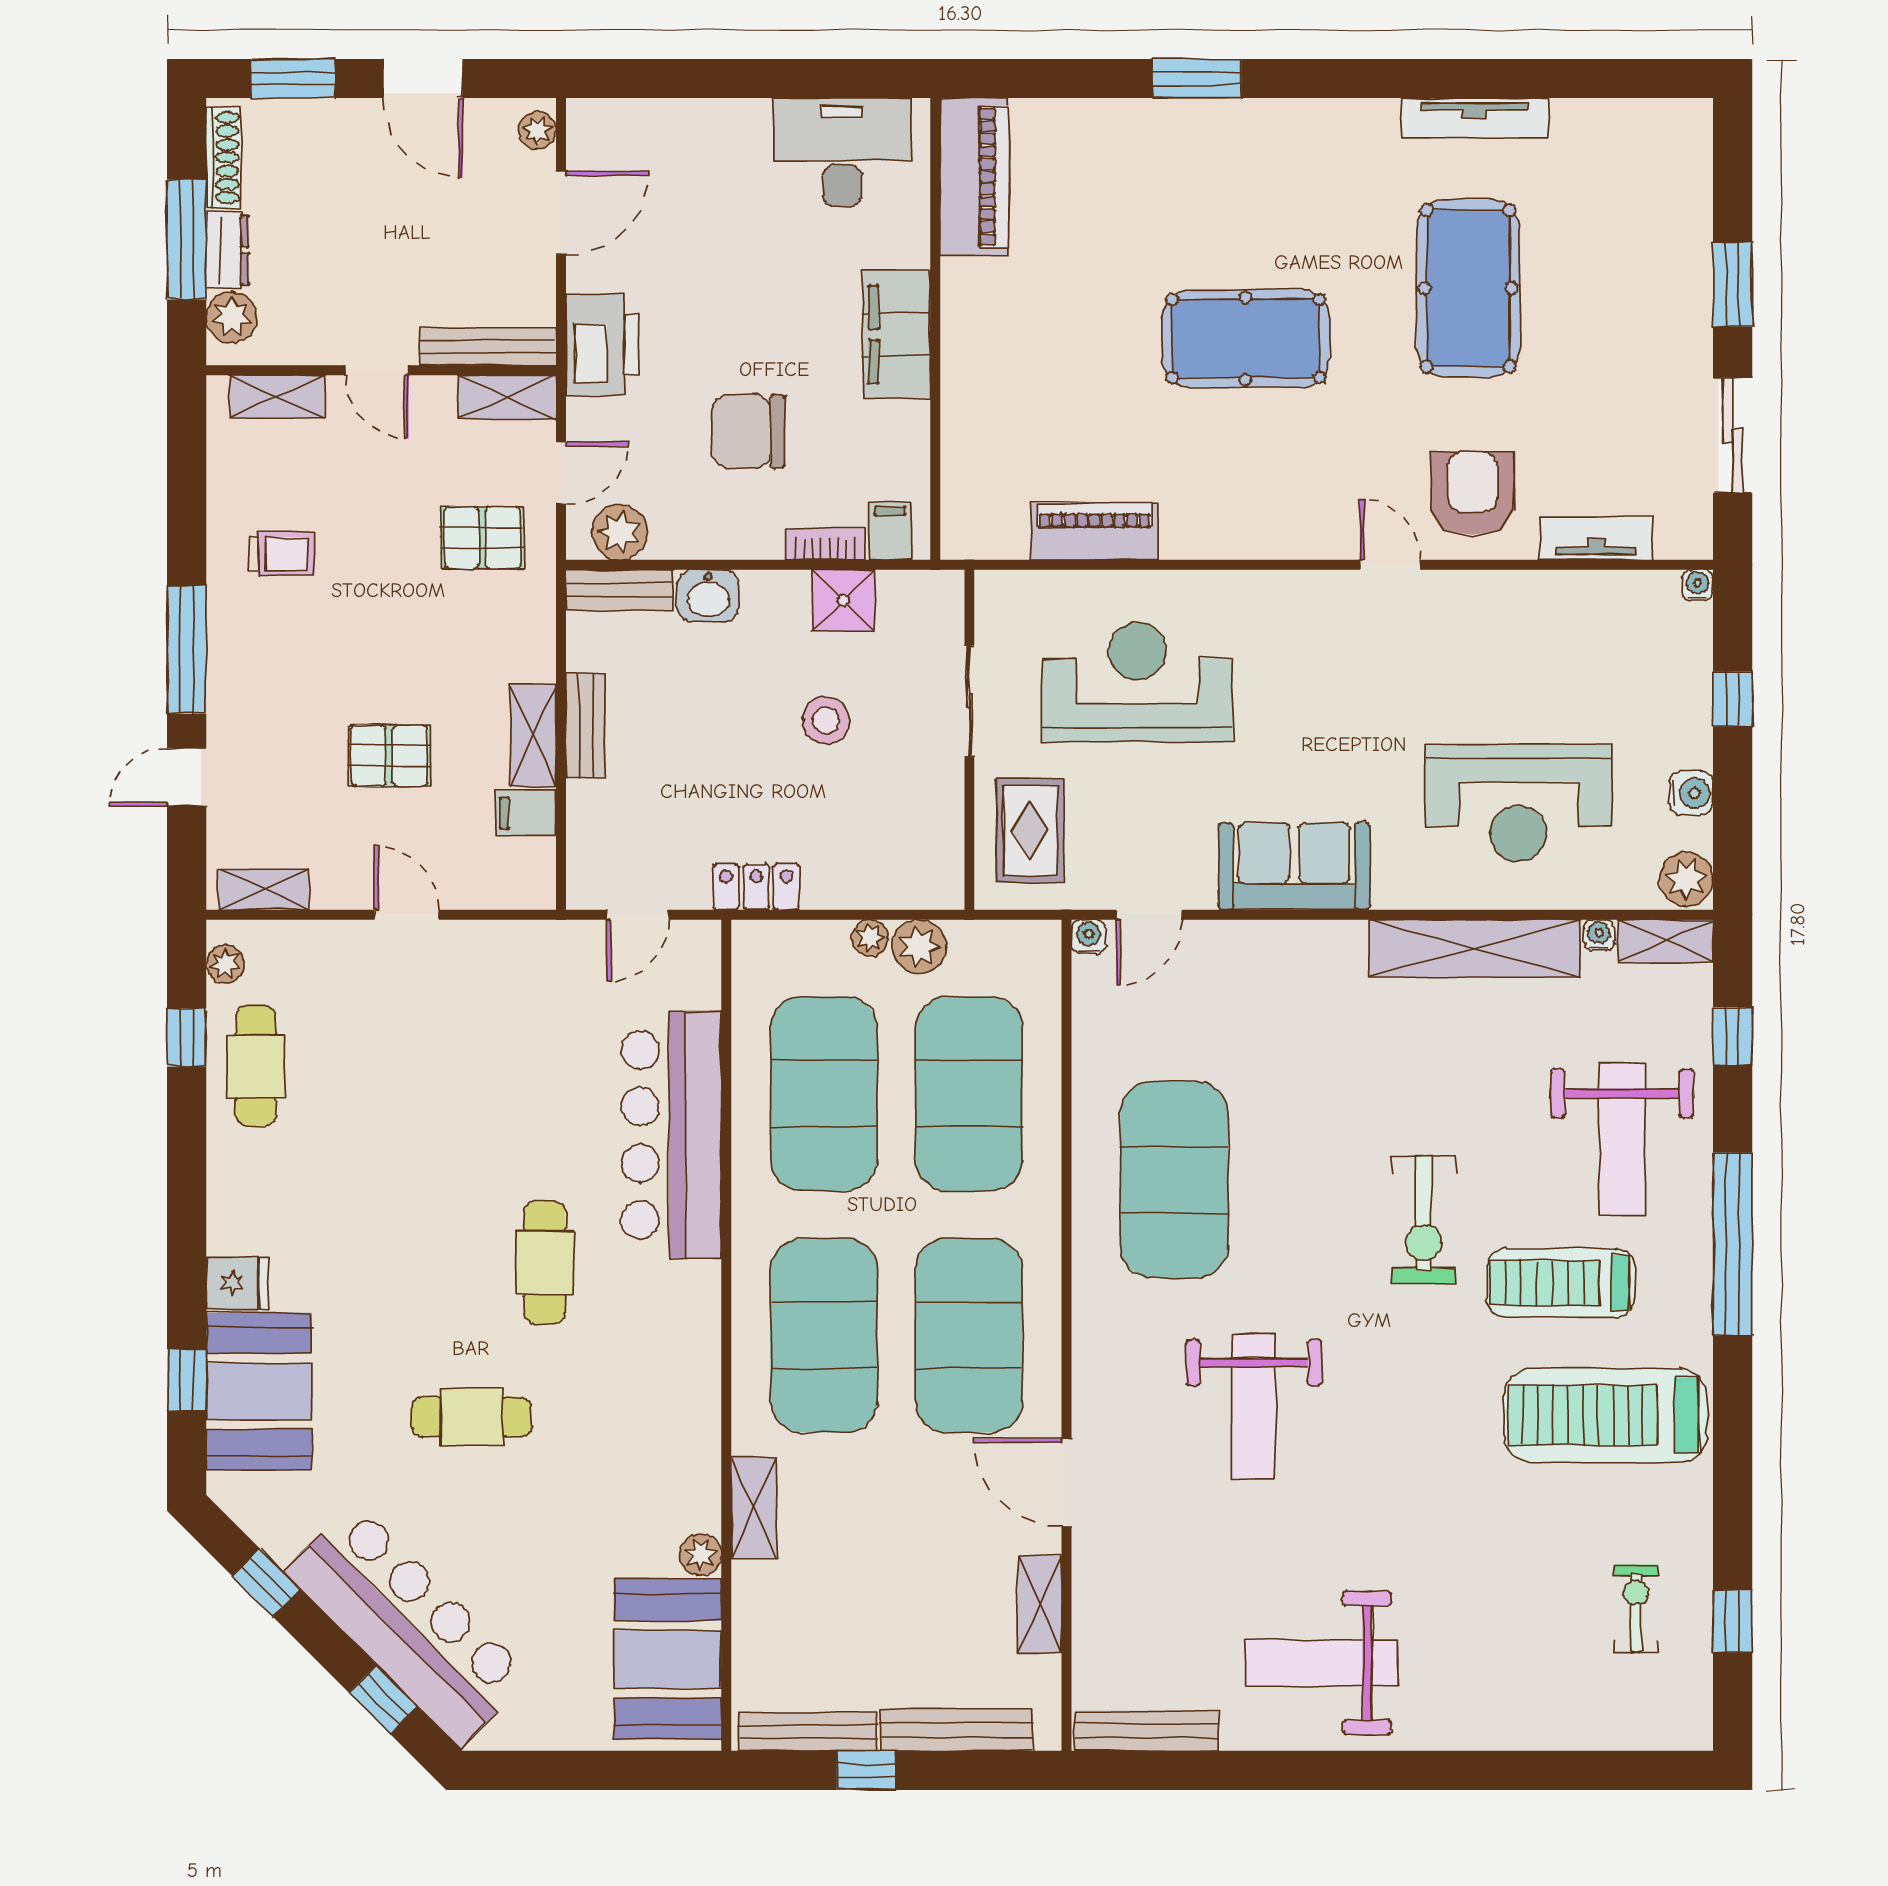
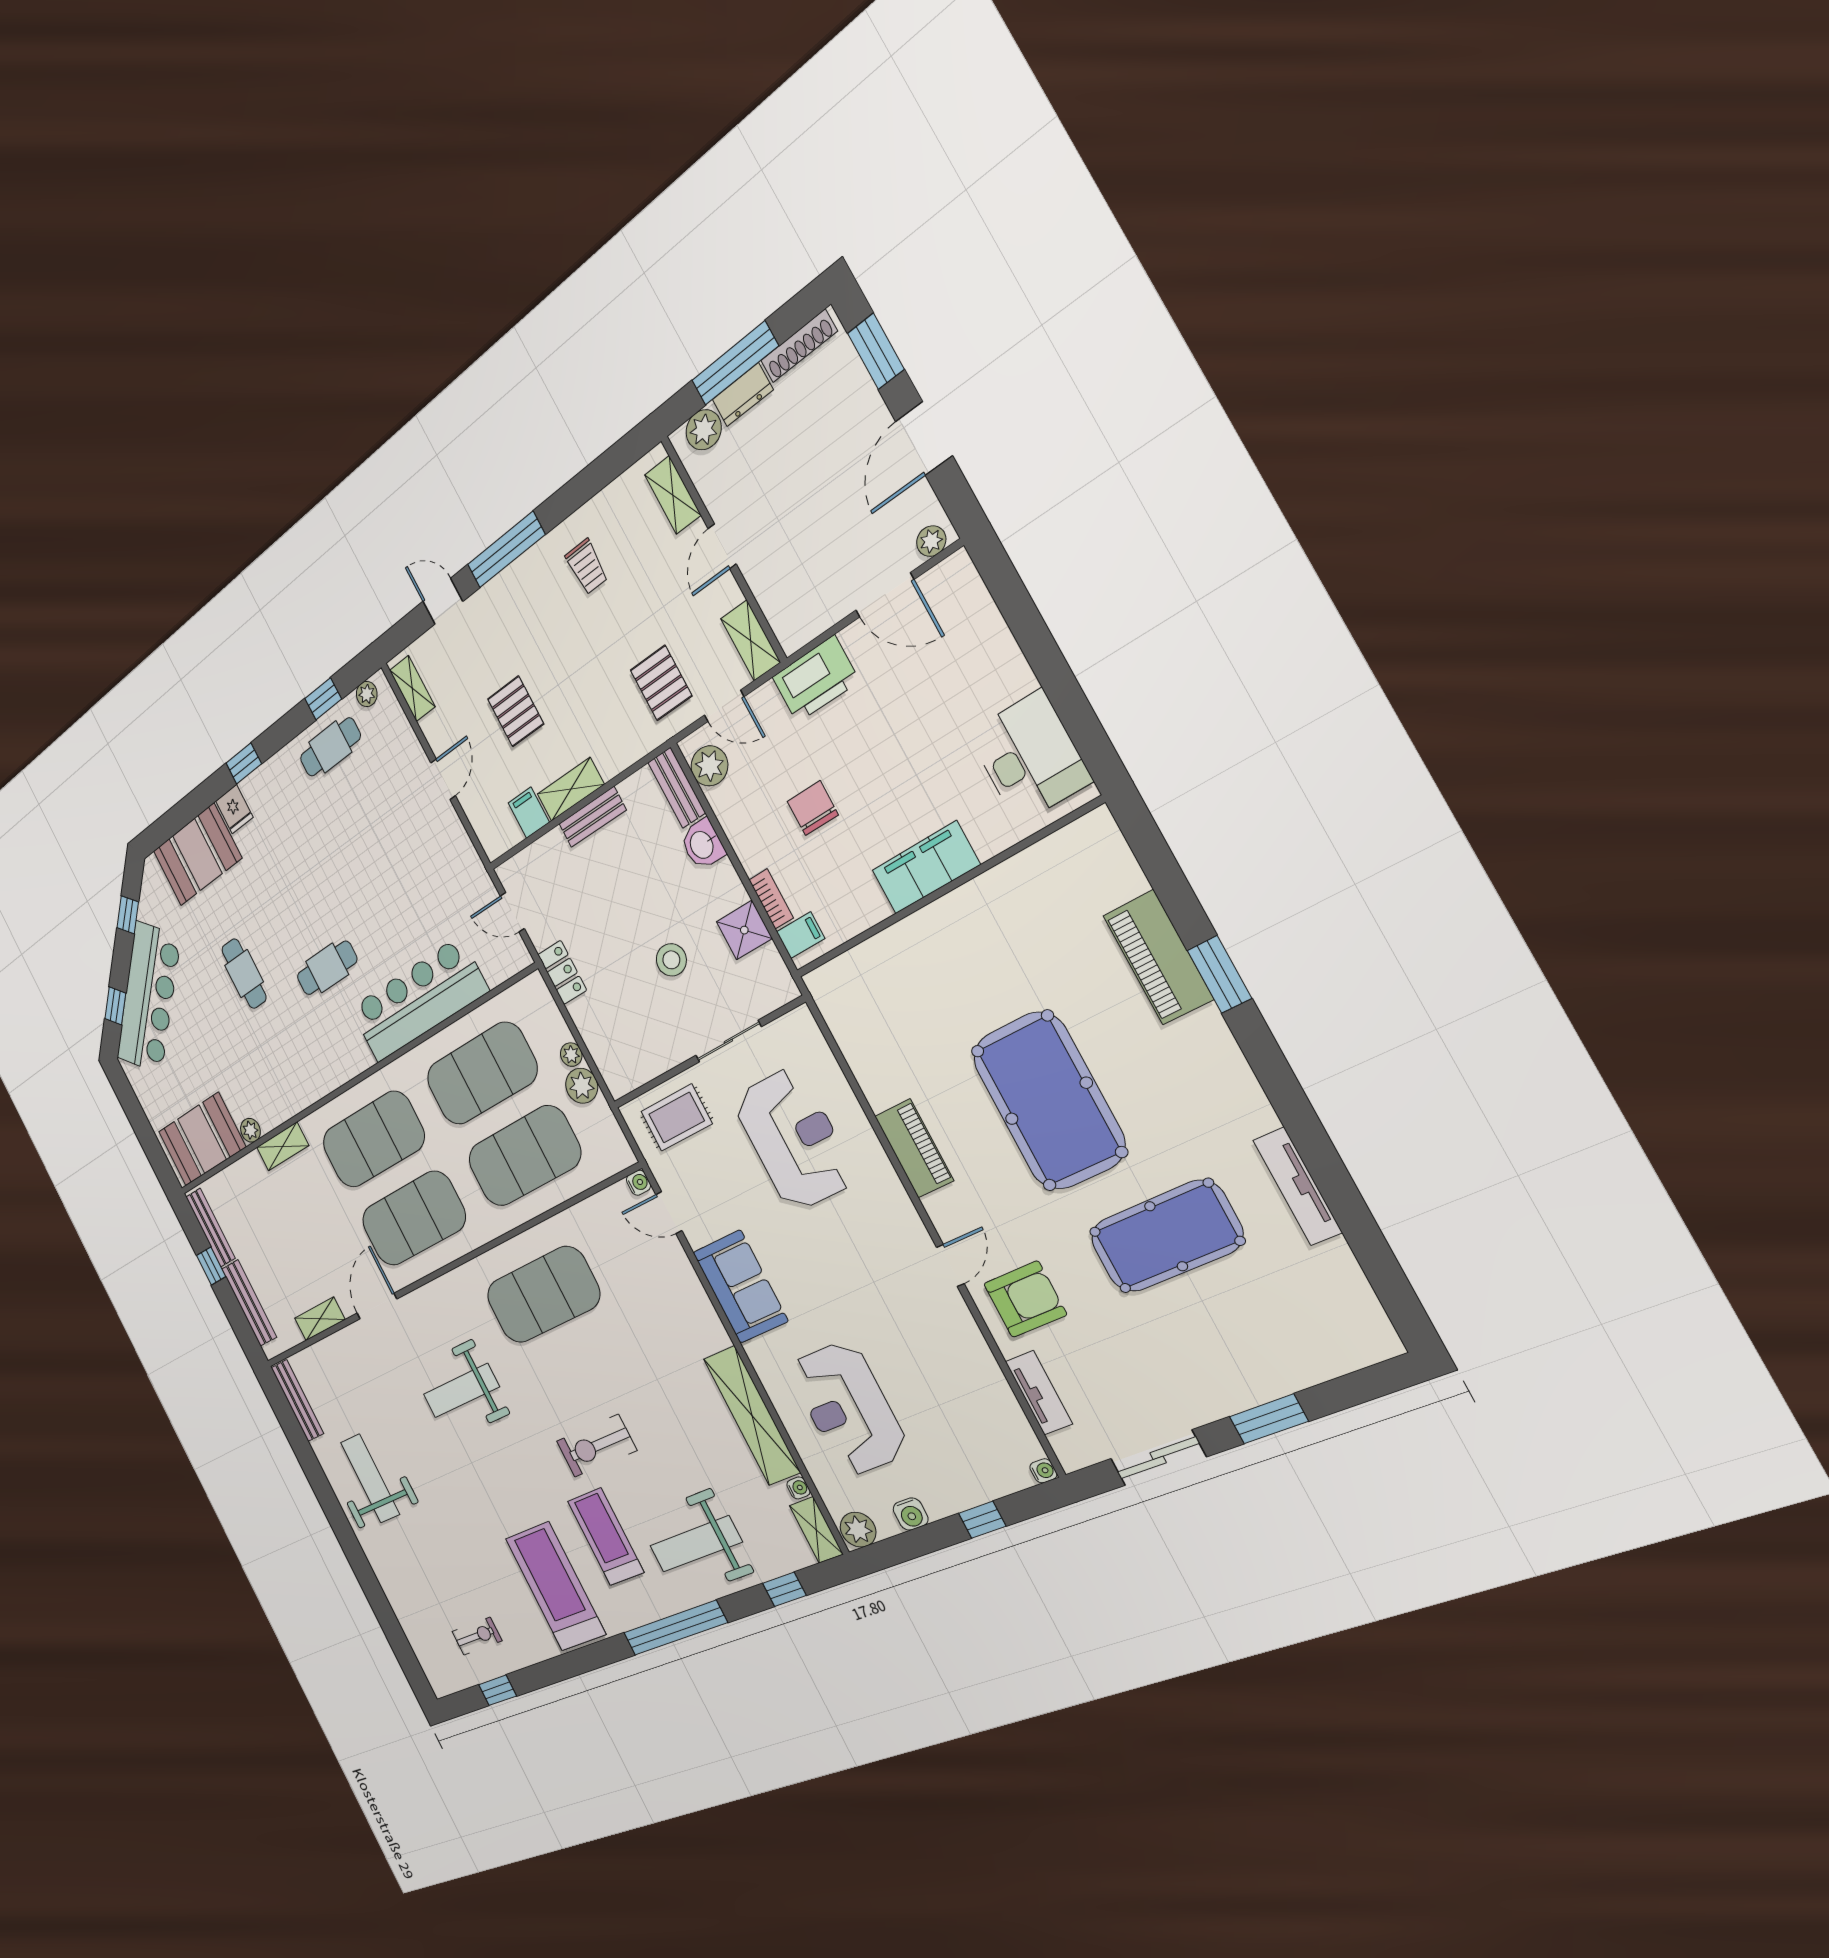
piano: (974, 177) -> (1158, 957), moved, turned 90
pool table: (1246, 338) -> (1049, 1101), width x1.36, depth x1.32
bench: (488, 346) -> (775, 607), removed
chair: (748, 431) -> (813, 808), width x0.73, depth x0.73
piano: (1094, 531) -> (914, 1148), moved
window: (187, 1380) -> (244, 763), moved

